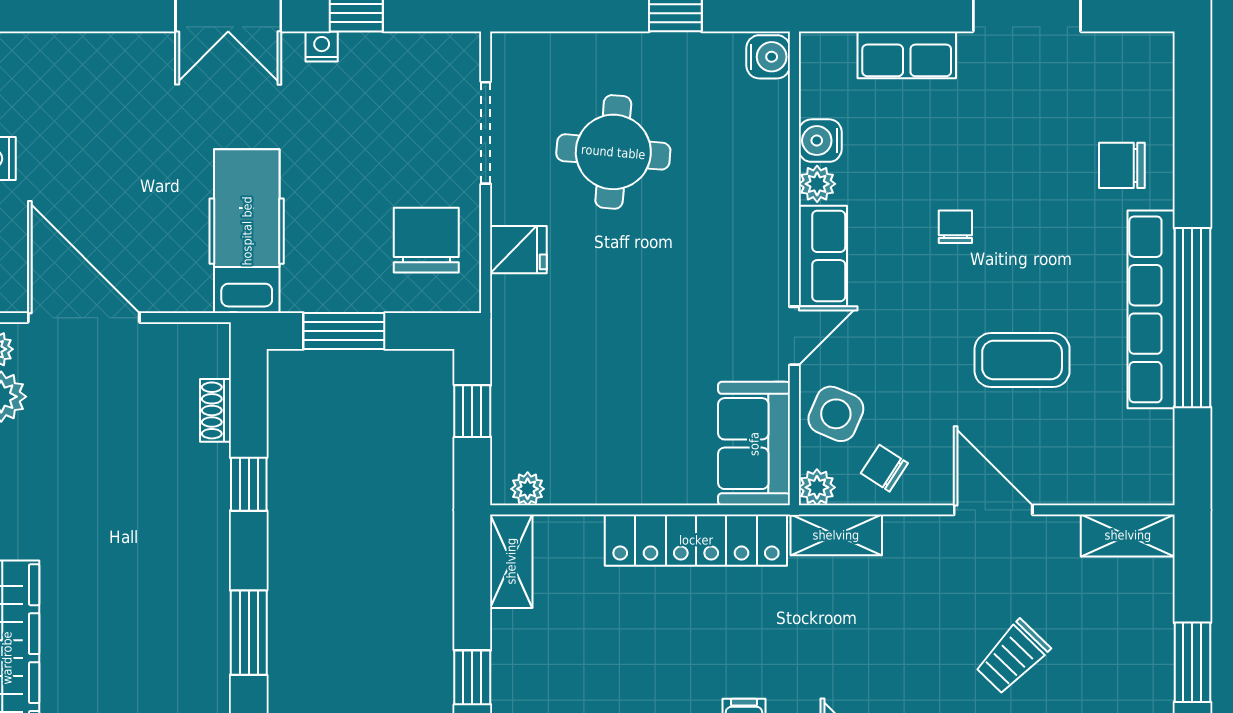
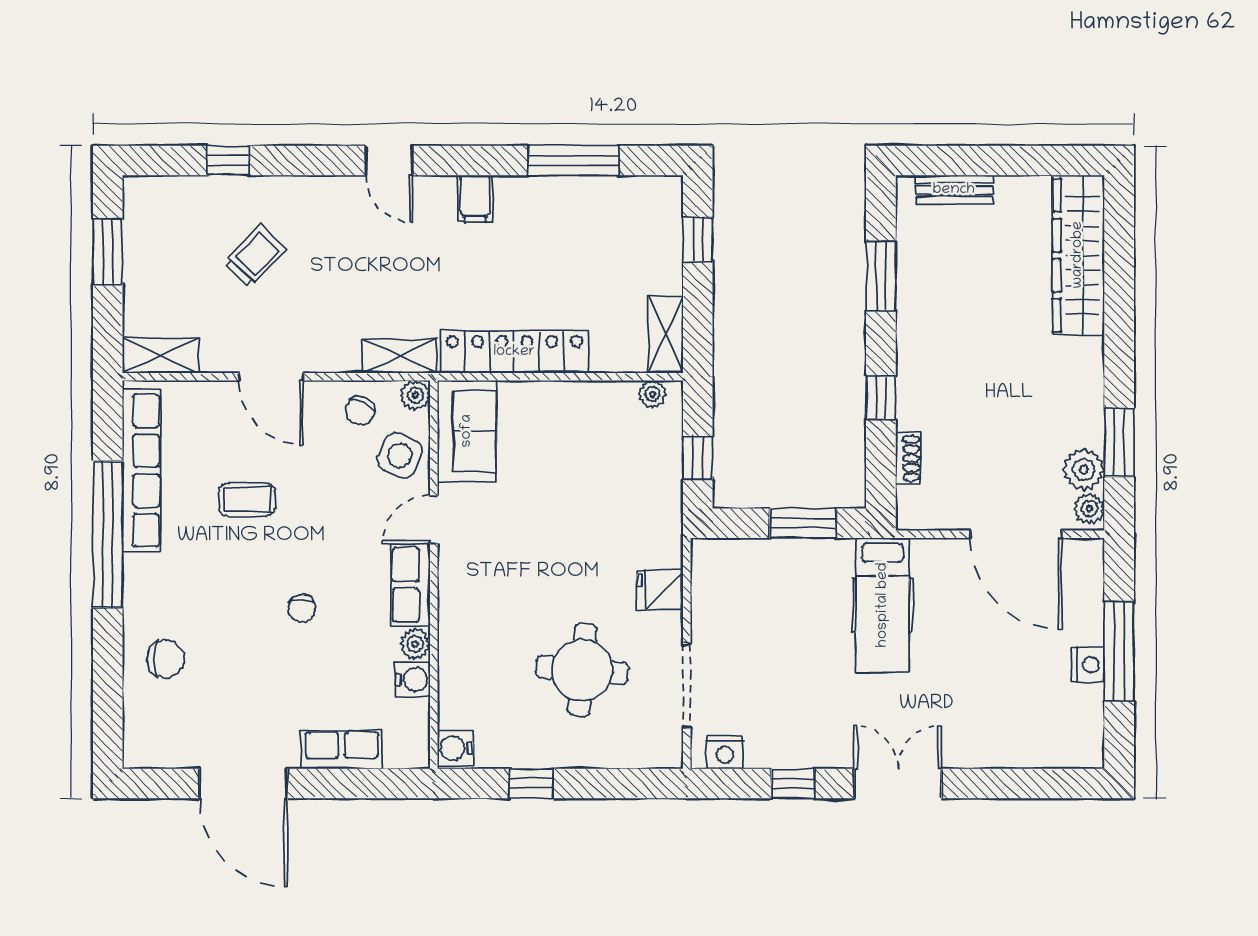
nightstand: (322, 46) -> (725, 752), moved, width x1.39, depth x1.35
chair: (426, 240) -> (735, 598), removed
row of seats: (1151, 309) -> (142, 471), moved
coffee table: (1022, 360) -> (247, 500), width x0.73, depth x0.77
chair: (884, 468) -> (360, 411), turned 80

